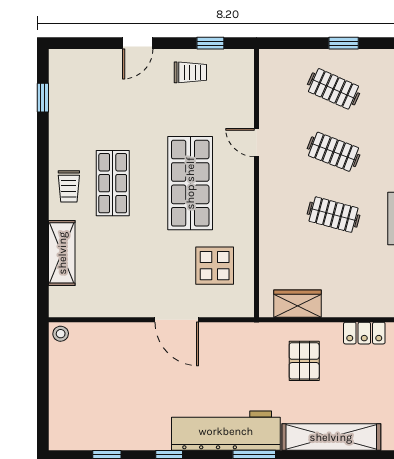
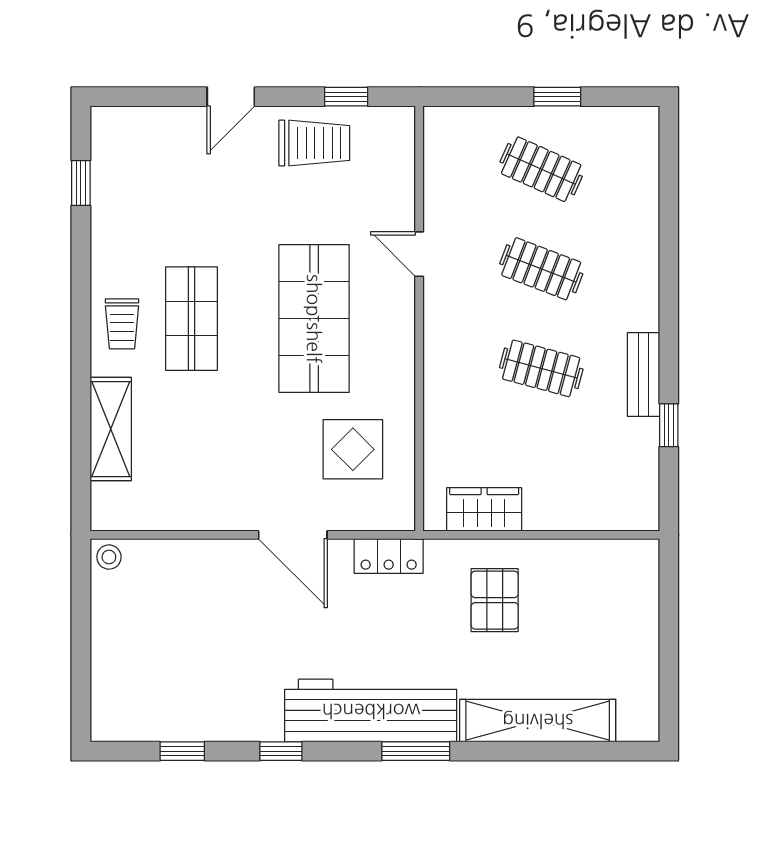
trolley: (190, 72) -> (314, 143), width x1.36, depth x1.39
locker: (364, 333) -> (389, 556), moved

